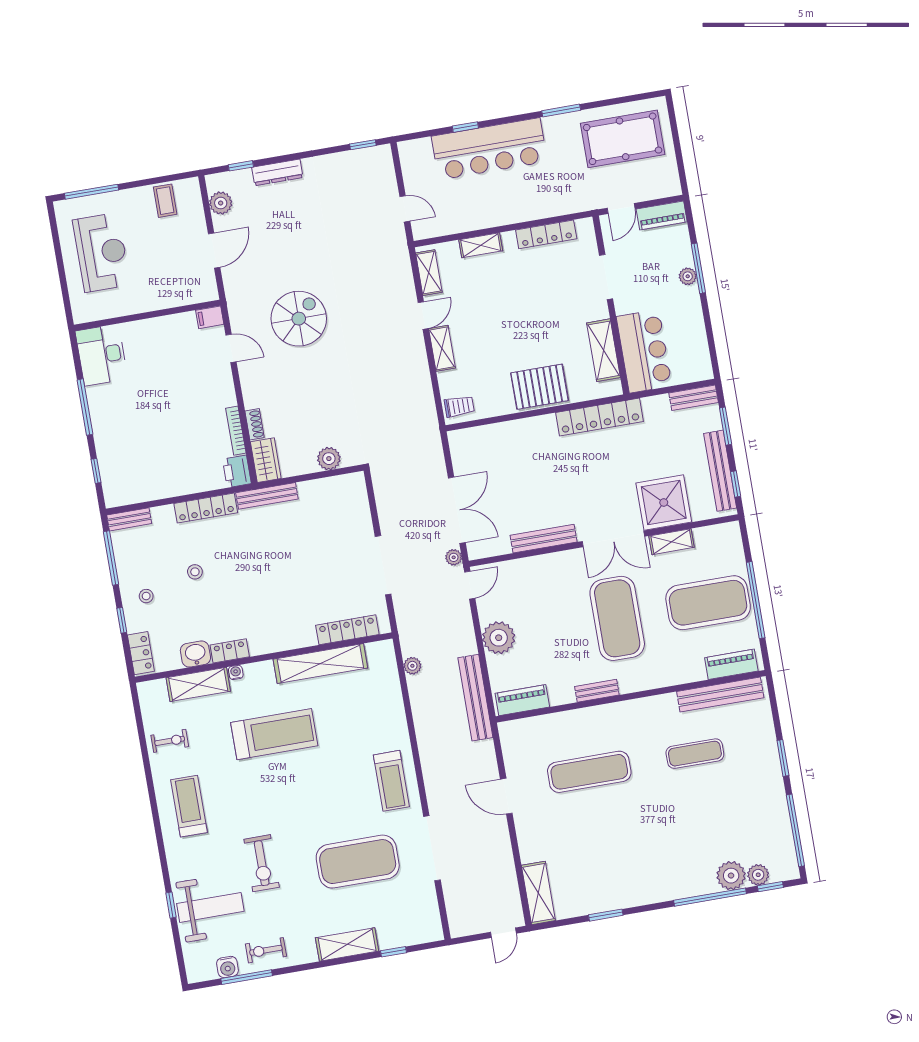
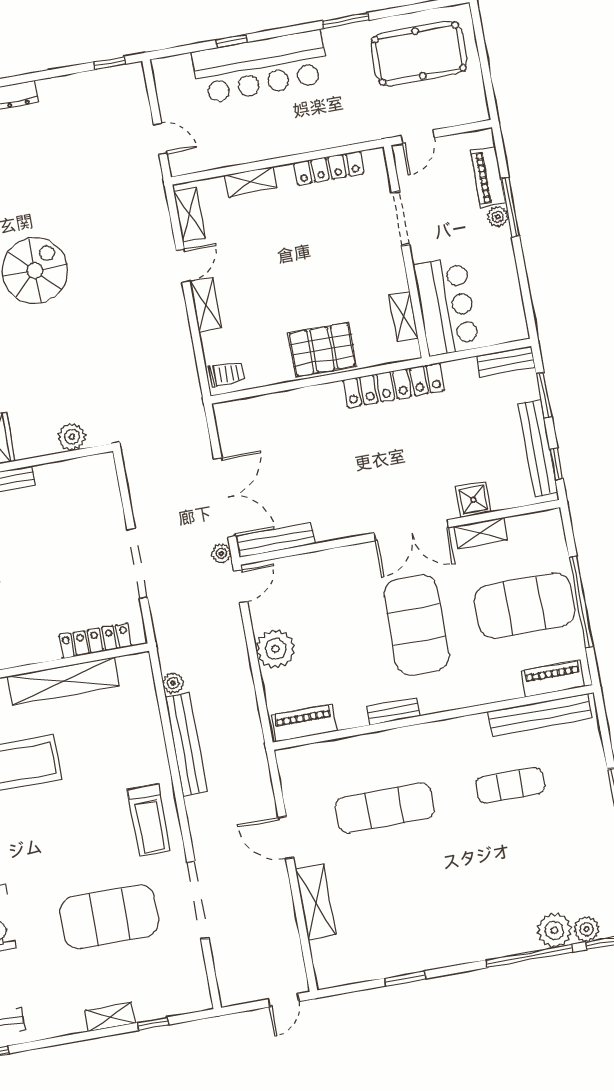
piano: (662, 215) -> (488, 177), moved, turned 90
shelving: (603, 350) -> (404, 317), width x0.67, depth x0.75
shower: (664, 502) -> (473, 500), width x0.54, depth x0.54
bench: (544, 539) -> (275, 540), moved
bench: (475, 698) -> (186, 744), moved
shelving: (538, 893) -> (316, 902), moved
shelving: (347, 944) -> (110, 1017), width x0.67, depth x0.75

